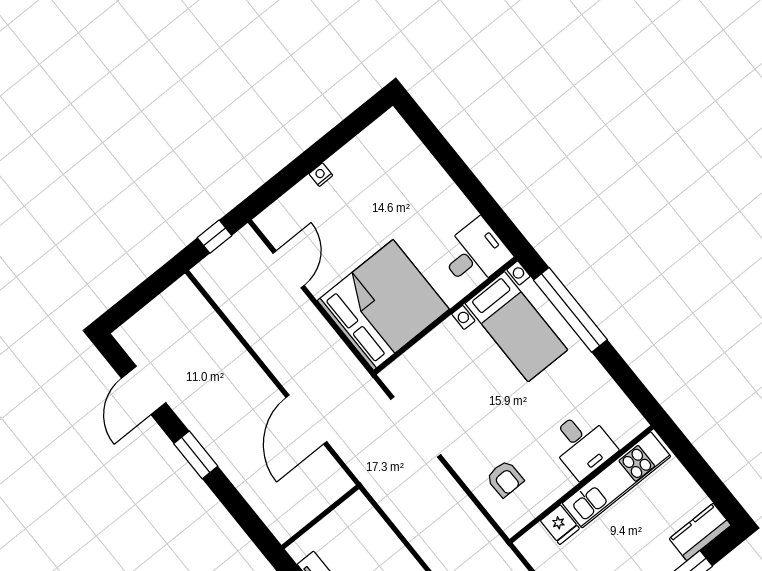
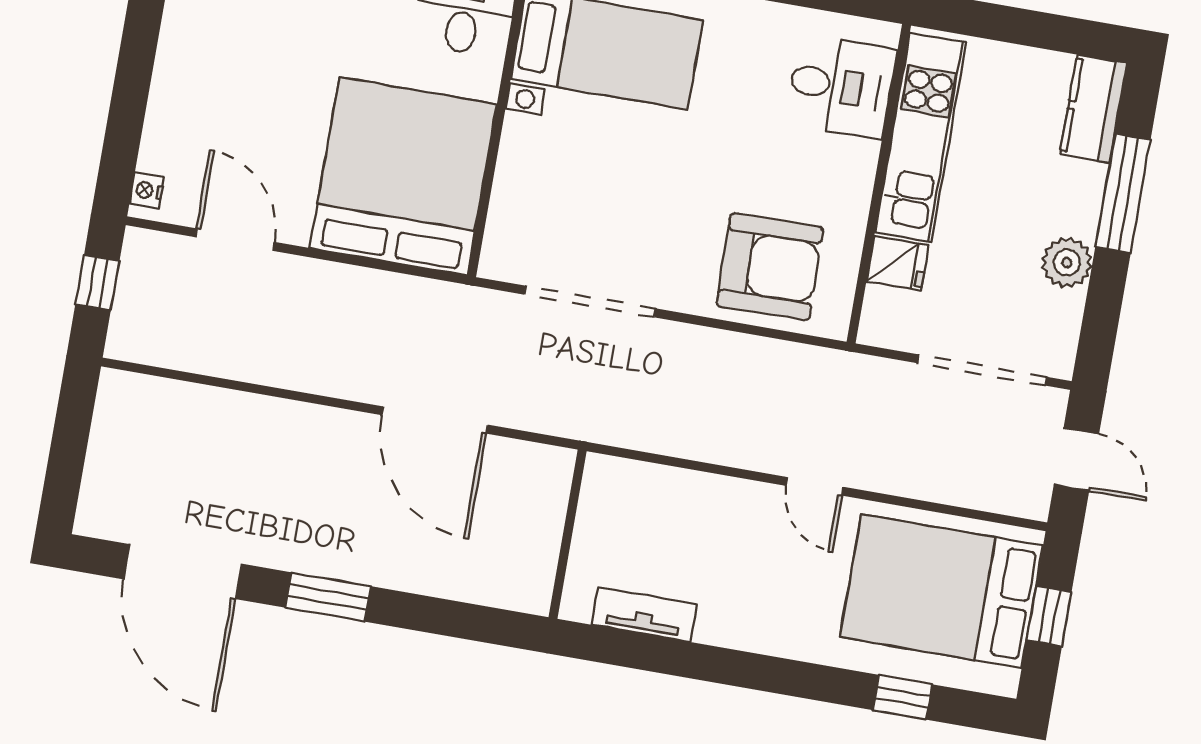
nightstand: (321, 175) -> (147, 190), moved
door: (144, 390) -> (183, 572), width x1.36
desk: (582, 445) -> (841, 86), moved
armchair: (505, 479) -> (770, 267), width x1.88, depth x1.88

